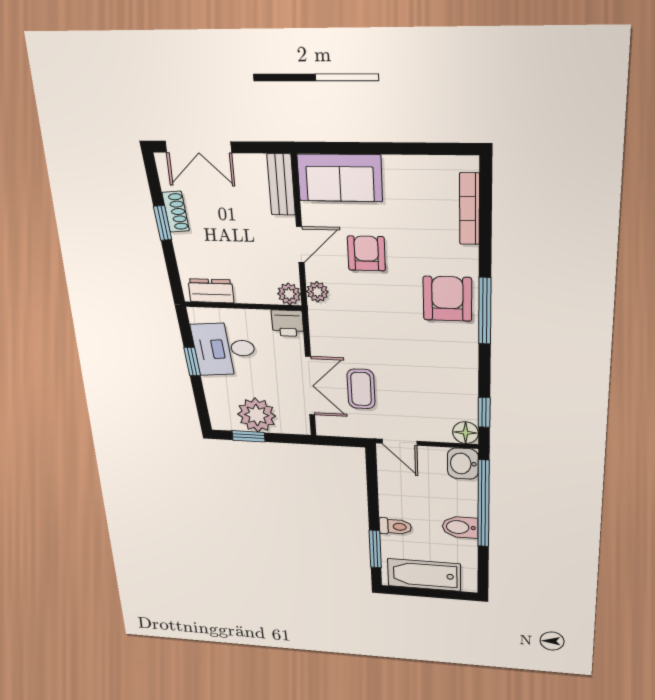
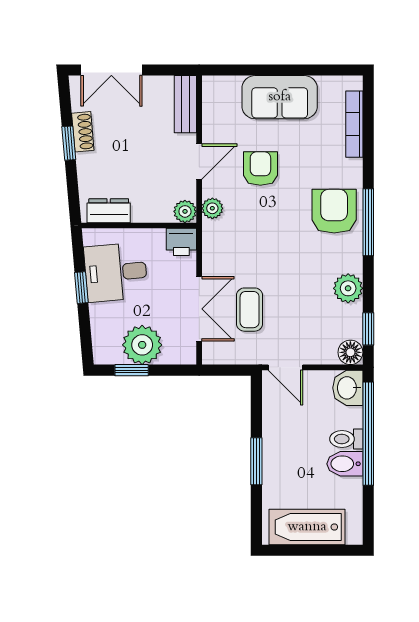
sofa: (340, 178) -> (280, 97), moved
plant: (463, 374) -> (348, 288), added
toilet: (395, 526) -> (346, 439), moved, turned 180
window: (375, 549) -> (256, 461), moved

